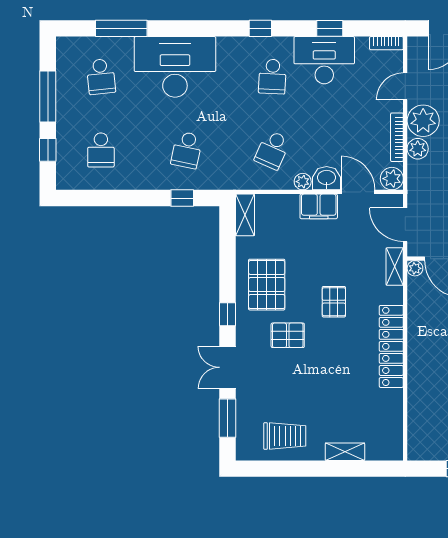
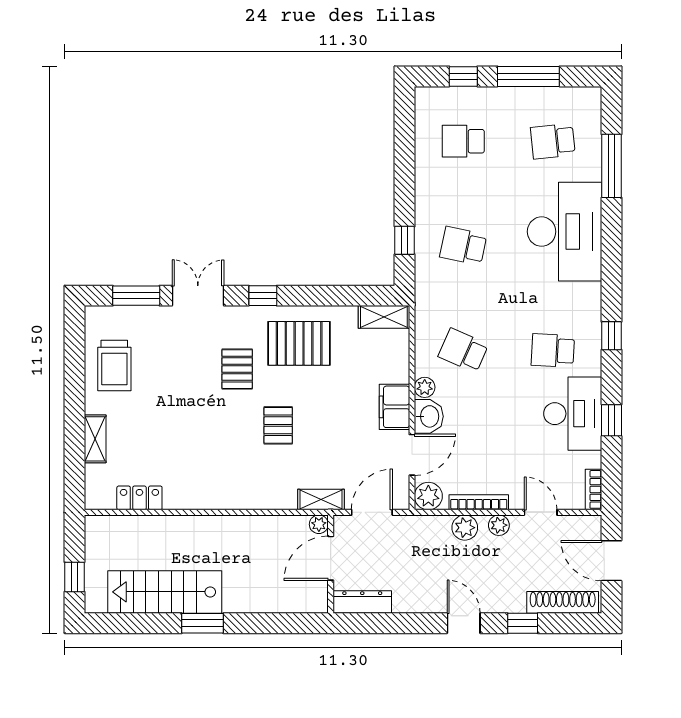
plant: (423, 121) -> (499, 525), width x0.53, depth x0.53
pallet: (334, 302) -> (278, 425), turned 90
locker: (391, 346) -> (139, 498), moved, width x0.46, depth x0.83

